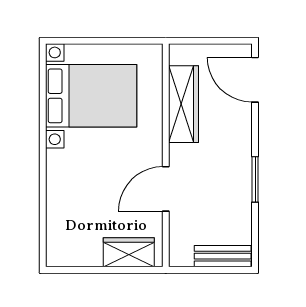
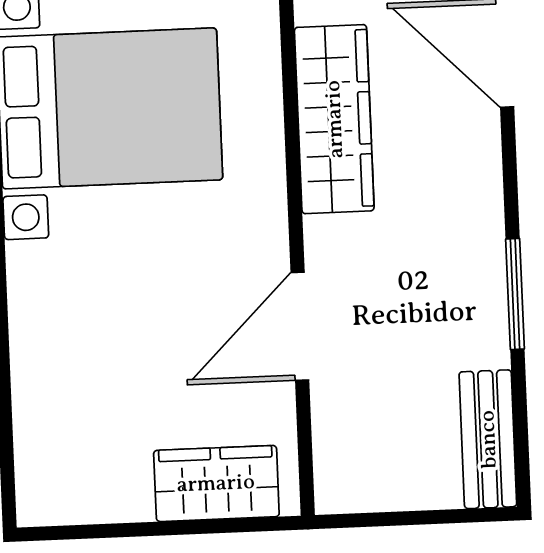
bench: (223, 256) -> (488, 439), moved, turned 90

